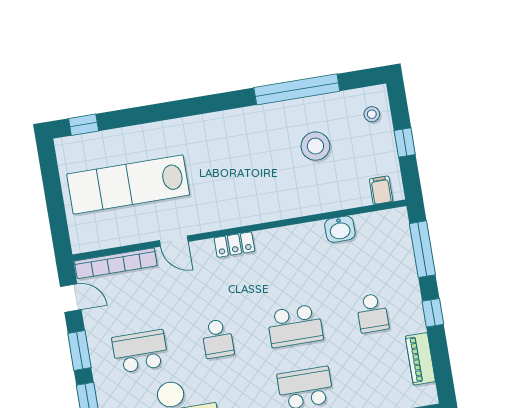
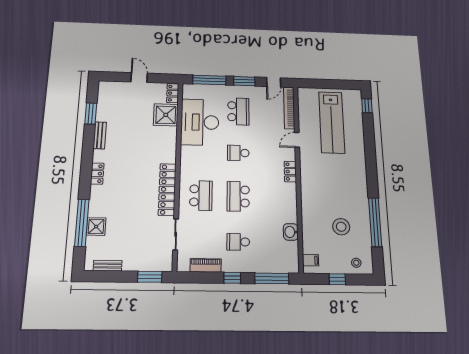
lab bench: (128, 184) -> (332, 122), turned 180

